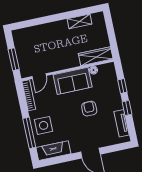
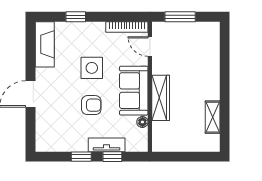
wardrobe: (96, 56) -> (161, 98), moved
tv unit: (122, 123) -> (107, 145), moved
side table: (44, 125) -> (92, 68), moved
window: (29, 133) -> (76, 17), width x0.46

